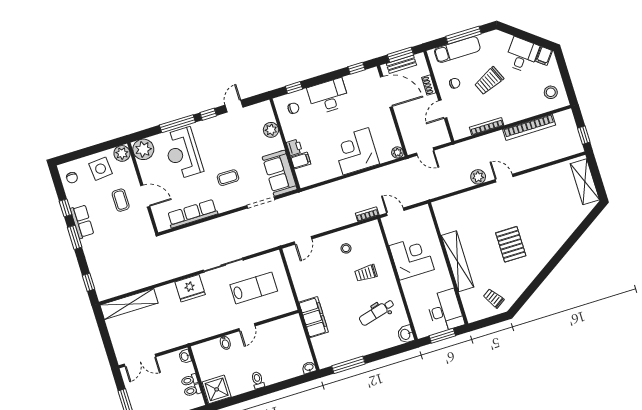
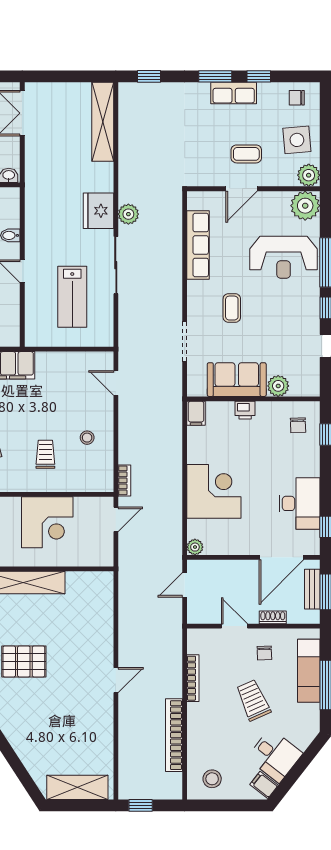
desk: (328, 96) -> (299, 503), moved
reception desk: (183, 153) -> (284, 257), turned 180
filing cabinet: (301, 160) -> (196, 413), moved
sofa: (280, 173) -> (237, 380), moved
plant: (478, 177) -> (128, 214), moved

